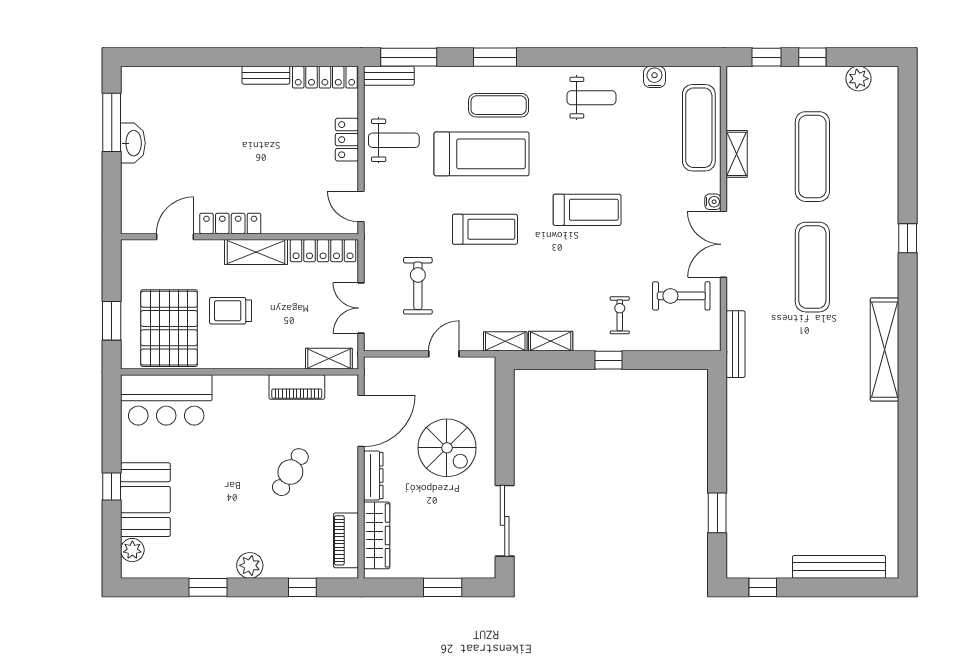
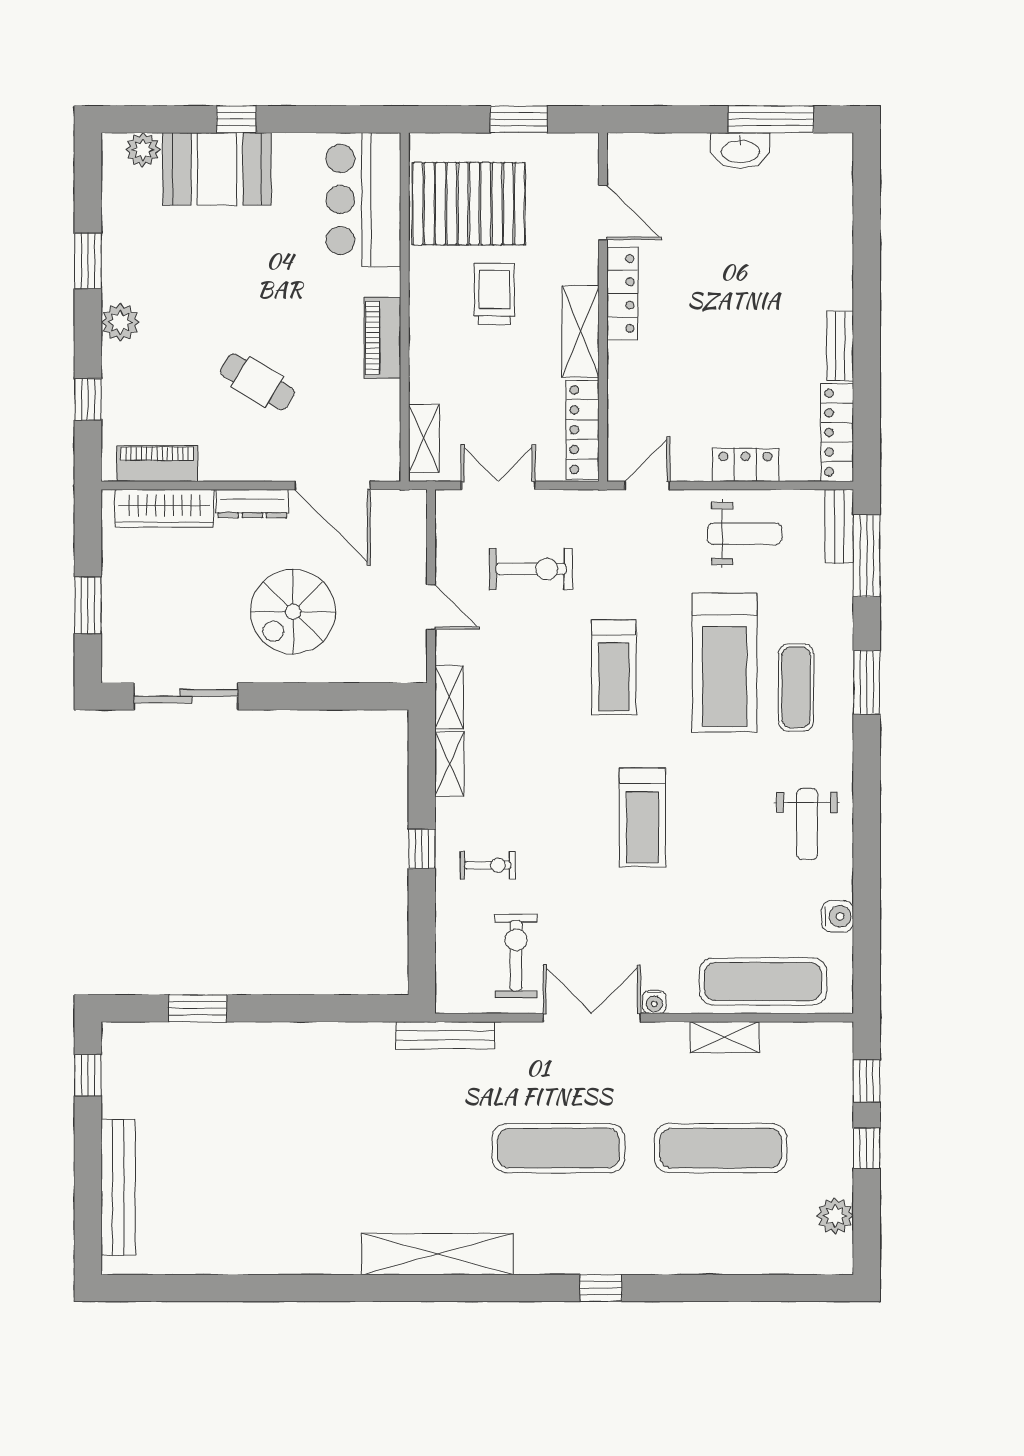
weight bench: (394, 140) -> (745, 534), turned -90
window: (112, 321) -> (519, 119), moved
piano: (297, 387) -> (382, 338), moved

